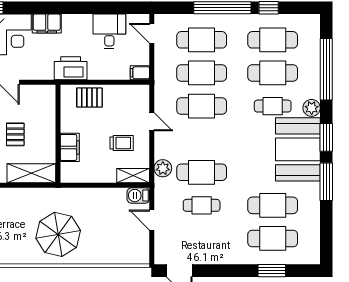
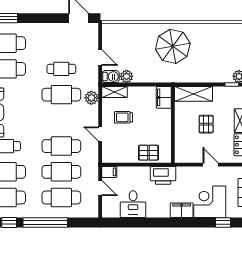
door: (152, 33) -> (100, 188), moved
filing cabinet: (70, 147) -> (164, 97), moved
plant: (118, 196) -> (126, 76), added

